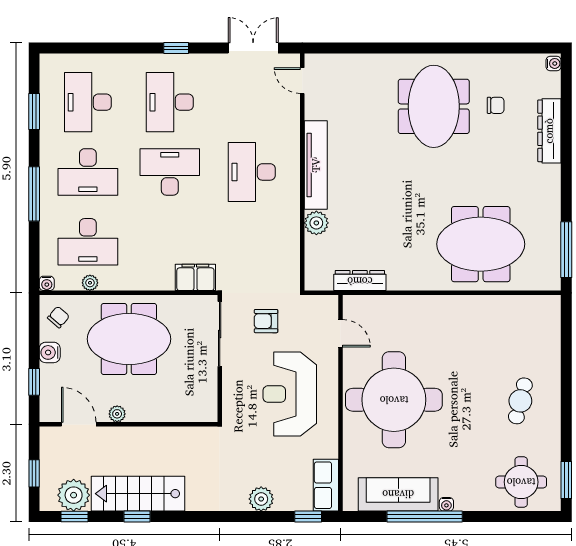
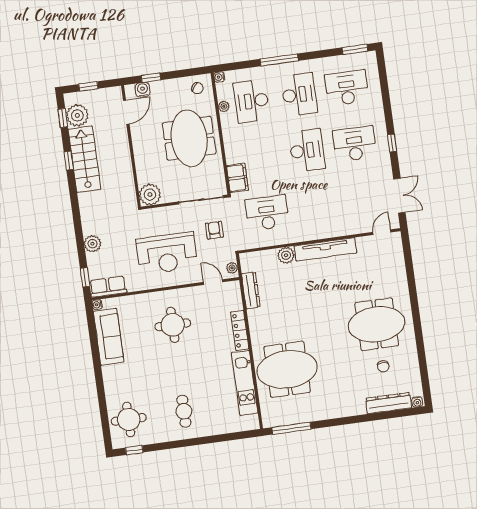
window: (34, 112) -> (355, 49), moved
dresser: (549, 131) -> (389, 403), moved
desk: (88, 172) -> (299, 95), turned 180
desk: (252, 172) -> (267, 213), moved
meeting table: (481, 244) -> (287, 369), turned 90
plant: (324, 303) -> (232, 268), added
locker: (415, 304) -> (240, 330), added
kitchen unit: (492, 308) -> (245, 383), added
door: (340, 333) -> (213, 282), swing flipped
water cooler: (50, 352) -> (143, 90), moved
reception desk: (290, 394) -> (167, 253), turned 180
round table: (394, 400) -> (173, 325), width x0.54, depth x0.54
cafe table: (520, 401) -> (184, 411), turned 76
plant: (117, 414) -> (150, 195), moved, width x1.88, depth x1.88
window: (566, 480) -> (134, 450), width x0.67
water cooler: (446, 504) -> (97, 305), moved
window: (425, 517) -> (96, 357), removed

